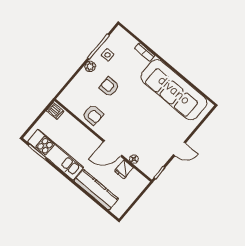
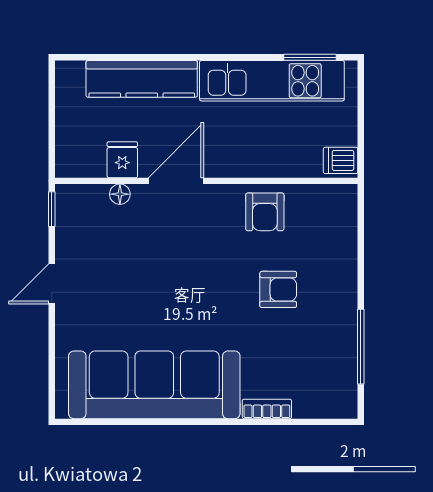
side table: (108, 55) -> (331, 346), removed
plant: (90, 66) -> (345, 297), removed
armchair: (93, 115) -> (265, 212), turned -90

